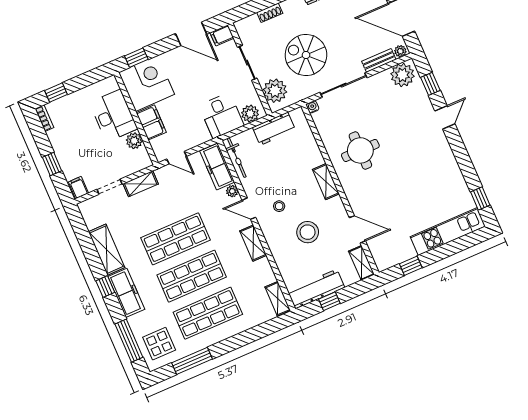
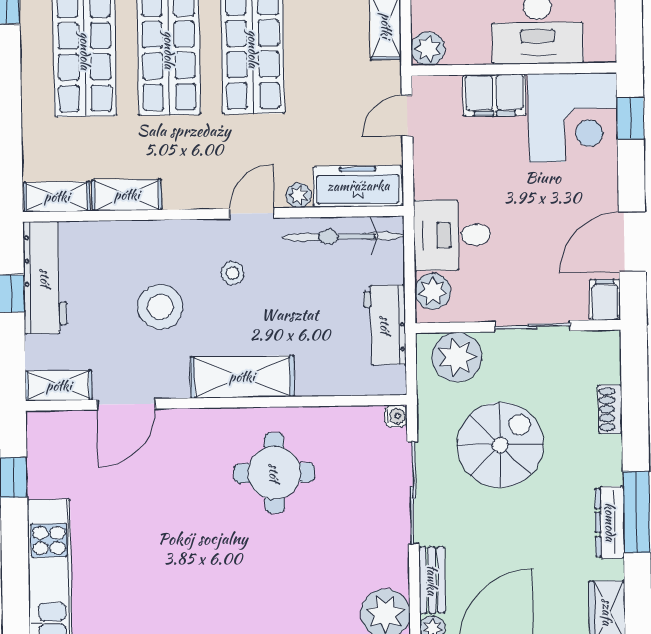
plant: (134, 141) -> (428, 49), moved
bicycle: (237, 157) -> (343, 237), width x1.37, depth x1.40
shelving: (326, 182) -> (242, 377), width x1.50, depth x1.33
shelving: (253, 243) -> (127, 195), moved

